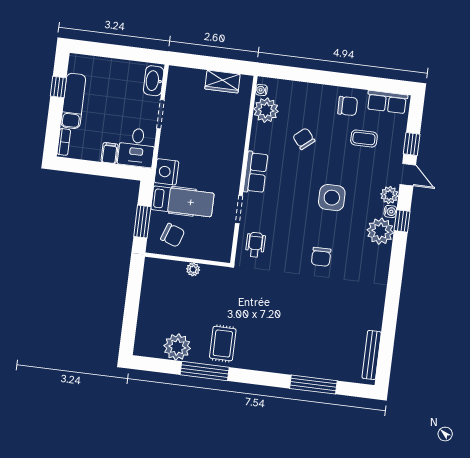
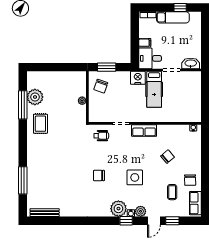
wardrobe: (222, 82) -> (195, 104), removed
plant: (266, 110) -> (182, 132), removed
hospital bed: (182, 201) -> (154, 89), moved
rug: (223, 344) -> (40, 124), turned 90
window: (205, 371) -> (23, 105), moved

